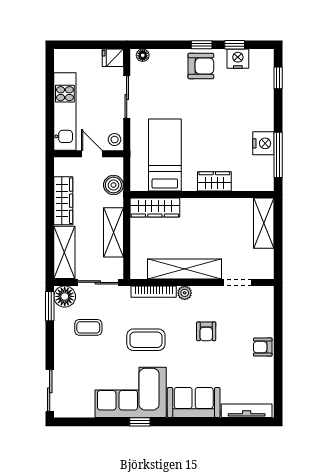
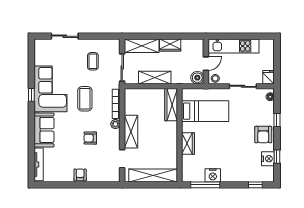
window: (202, 45) -> (277, 120), moved
boiler: (113, 185) -> (197, 78), moved
wardrobe: (63, 201) -> (170, 45), width x0.67
shelving: (264, 223) -> (153, 176), width x1.47
shelving: (185, 269) -> (131, 132), width x0.68
floor lamp: (65, 296) -> (113, 46), removed
window: (50, 306) -> (107, 36), removed
sliding door: (50, 390) -> (65, 36), moved

